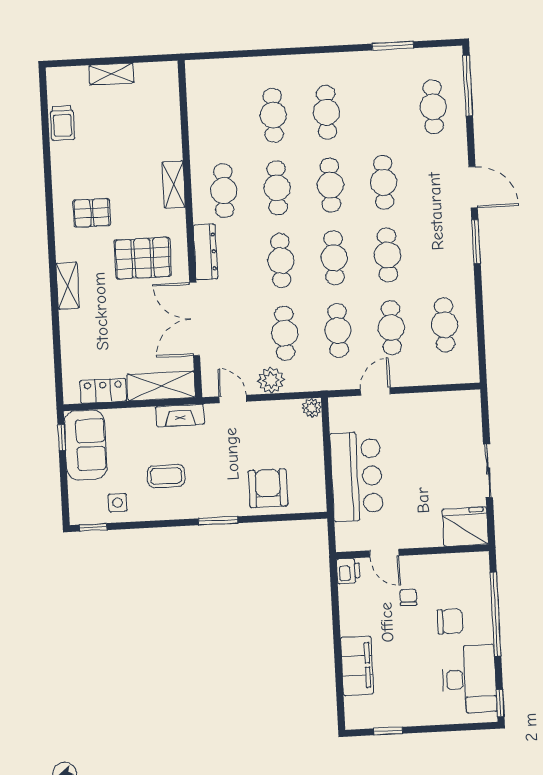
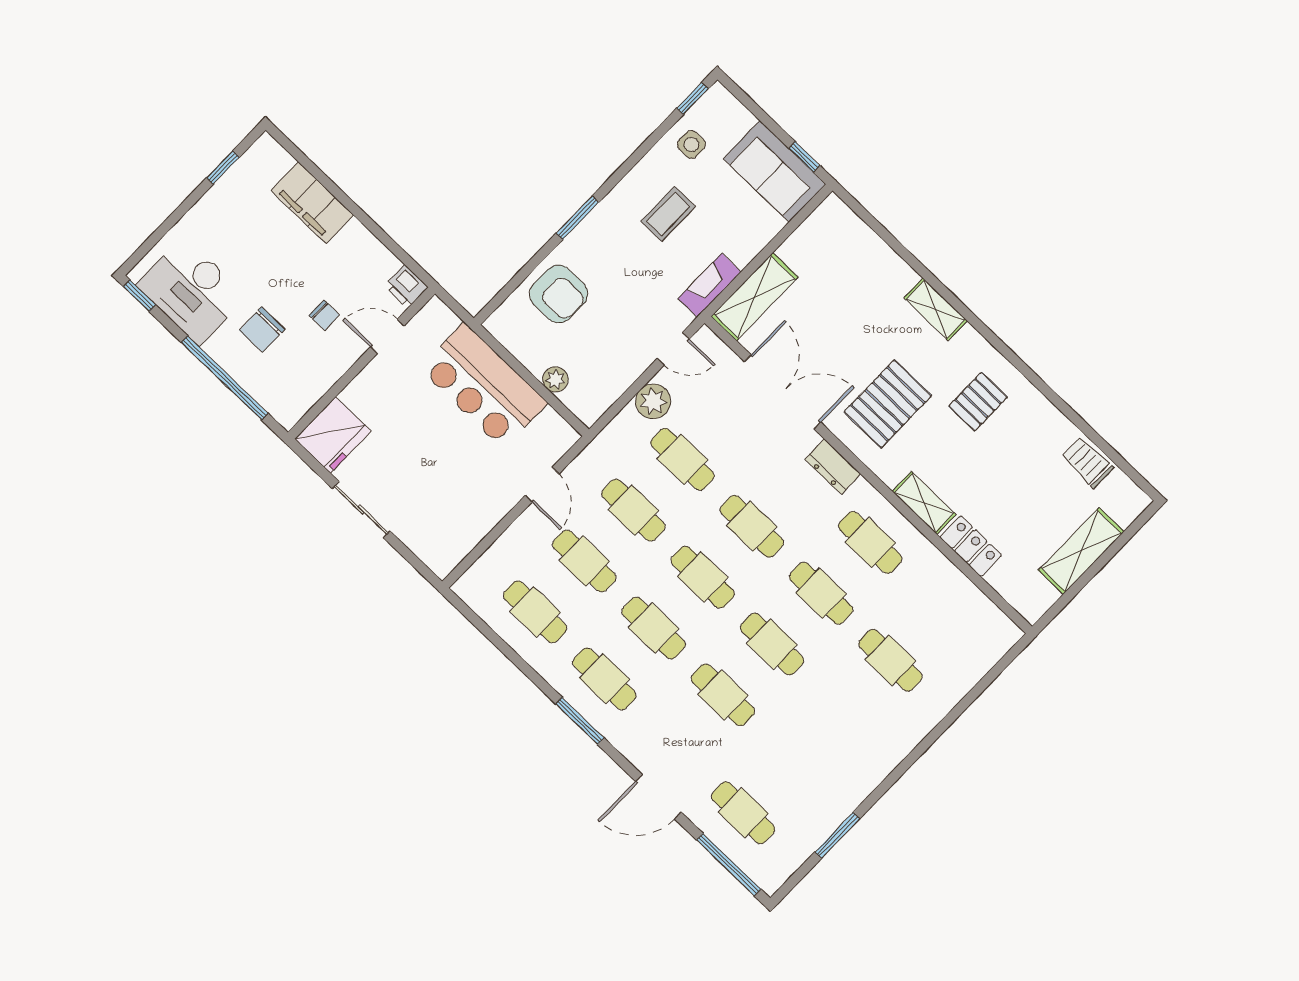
shelving: (111, 74) -> (1081, 551), width x1.50, depth x1.33
cafe table: (327, 112) -> (604, 679), moved
door: (473, 187) -> (658, 797), moved
dresser: (205, 252) -> (833, 467), width x0.70
locker: (103, 391) -> (971, 546), moved, turned -90
plant: (312, 408) -> (555, 379), moved

